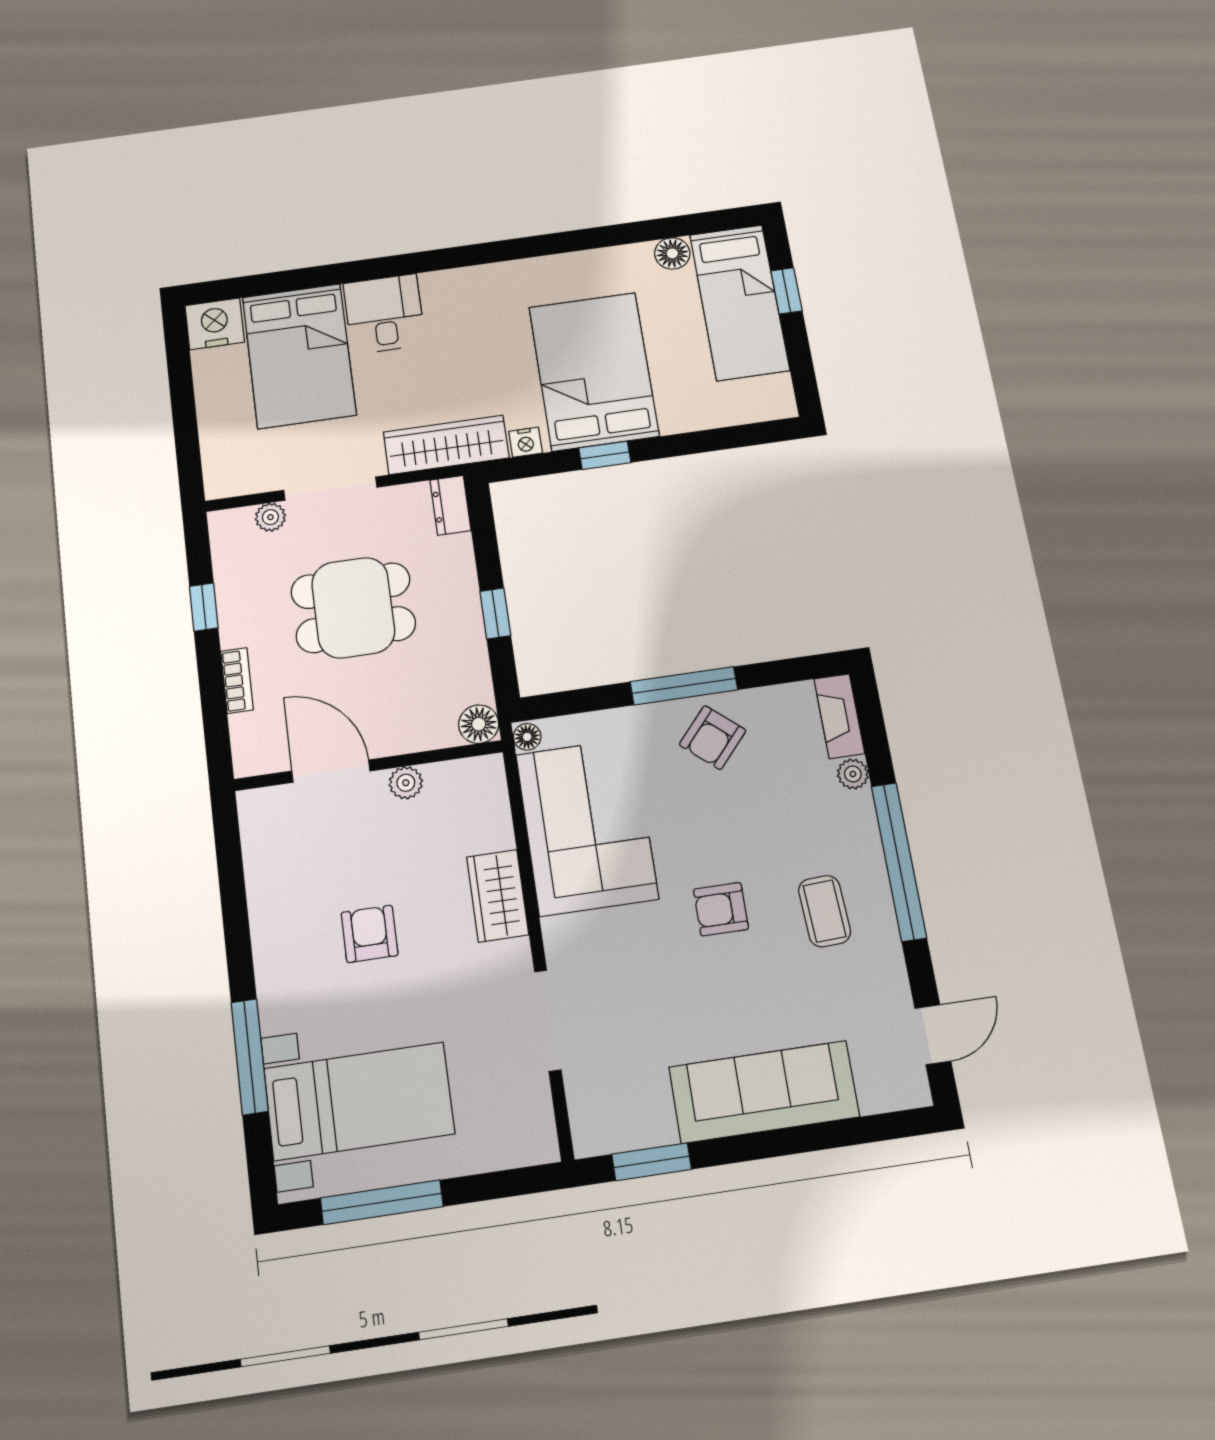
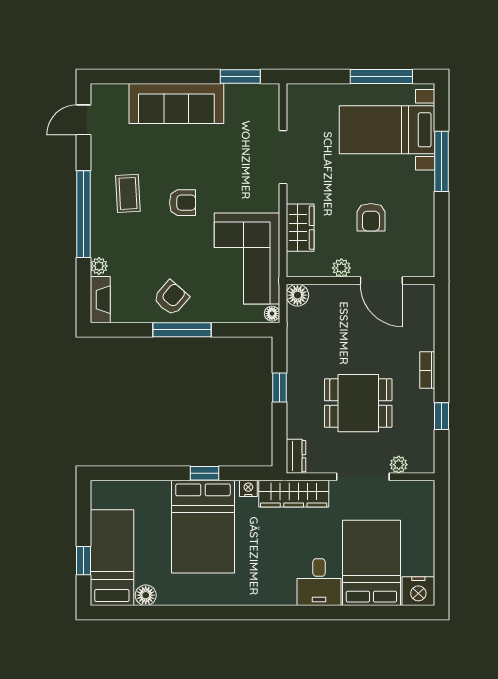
floor lamp: (479, 724) -> (297, 295), moved
wall: (368, 766) -> (361, 281), moved
door: (331, 771) -> (381, 281), moved
plant: (406, 783) -> (341, 268), moved

